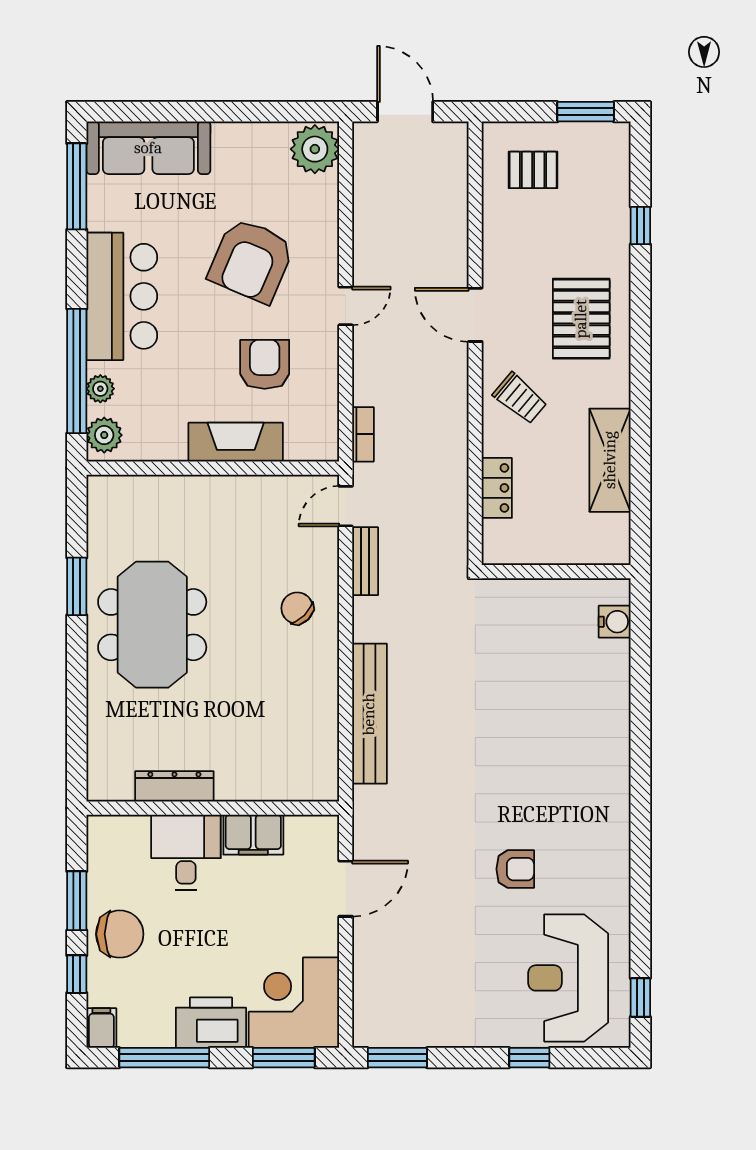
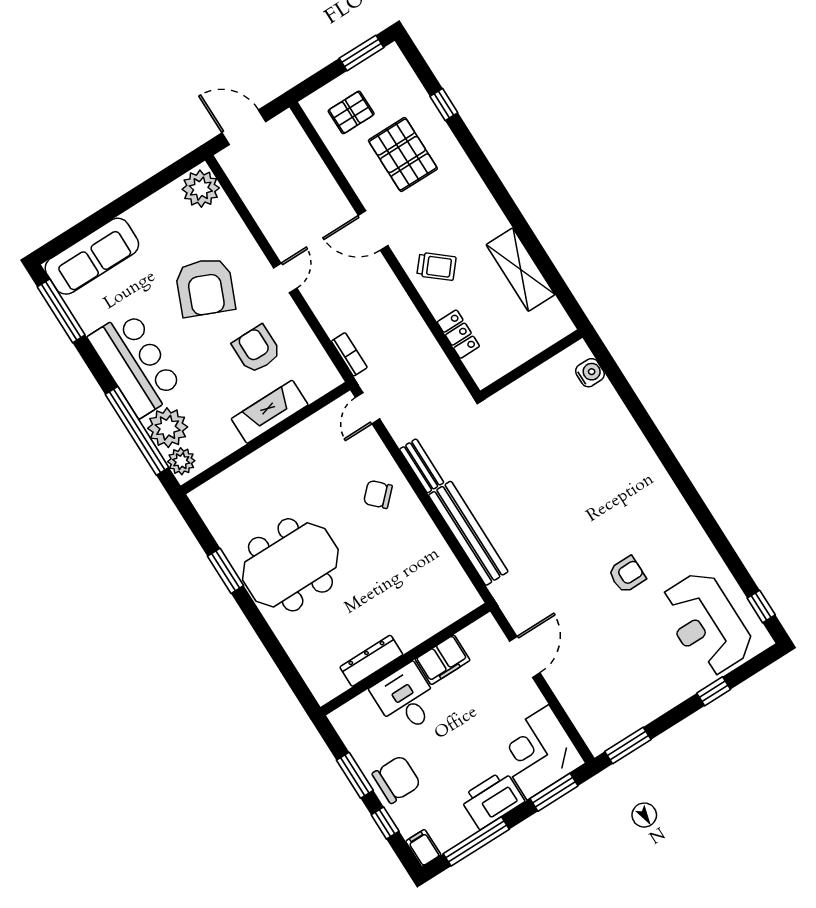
pallet: (581, 319) -> (403, 154), moved
plant: (100, 389) -> (168, 428), width x1.88, depth x1.88
bench: (365, 561) -> (422, 466), moved
meeting table: (152, 625) -> (290, 565), turned 90

